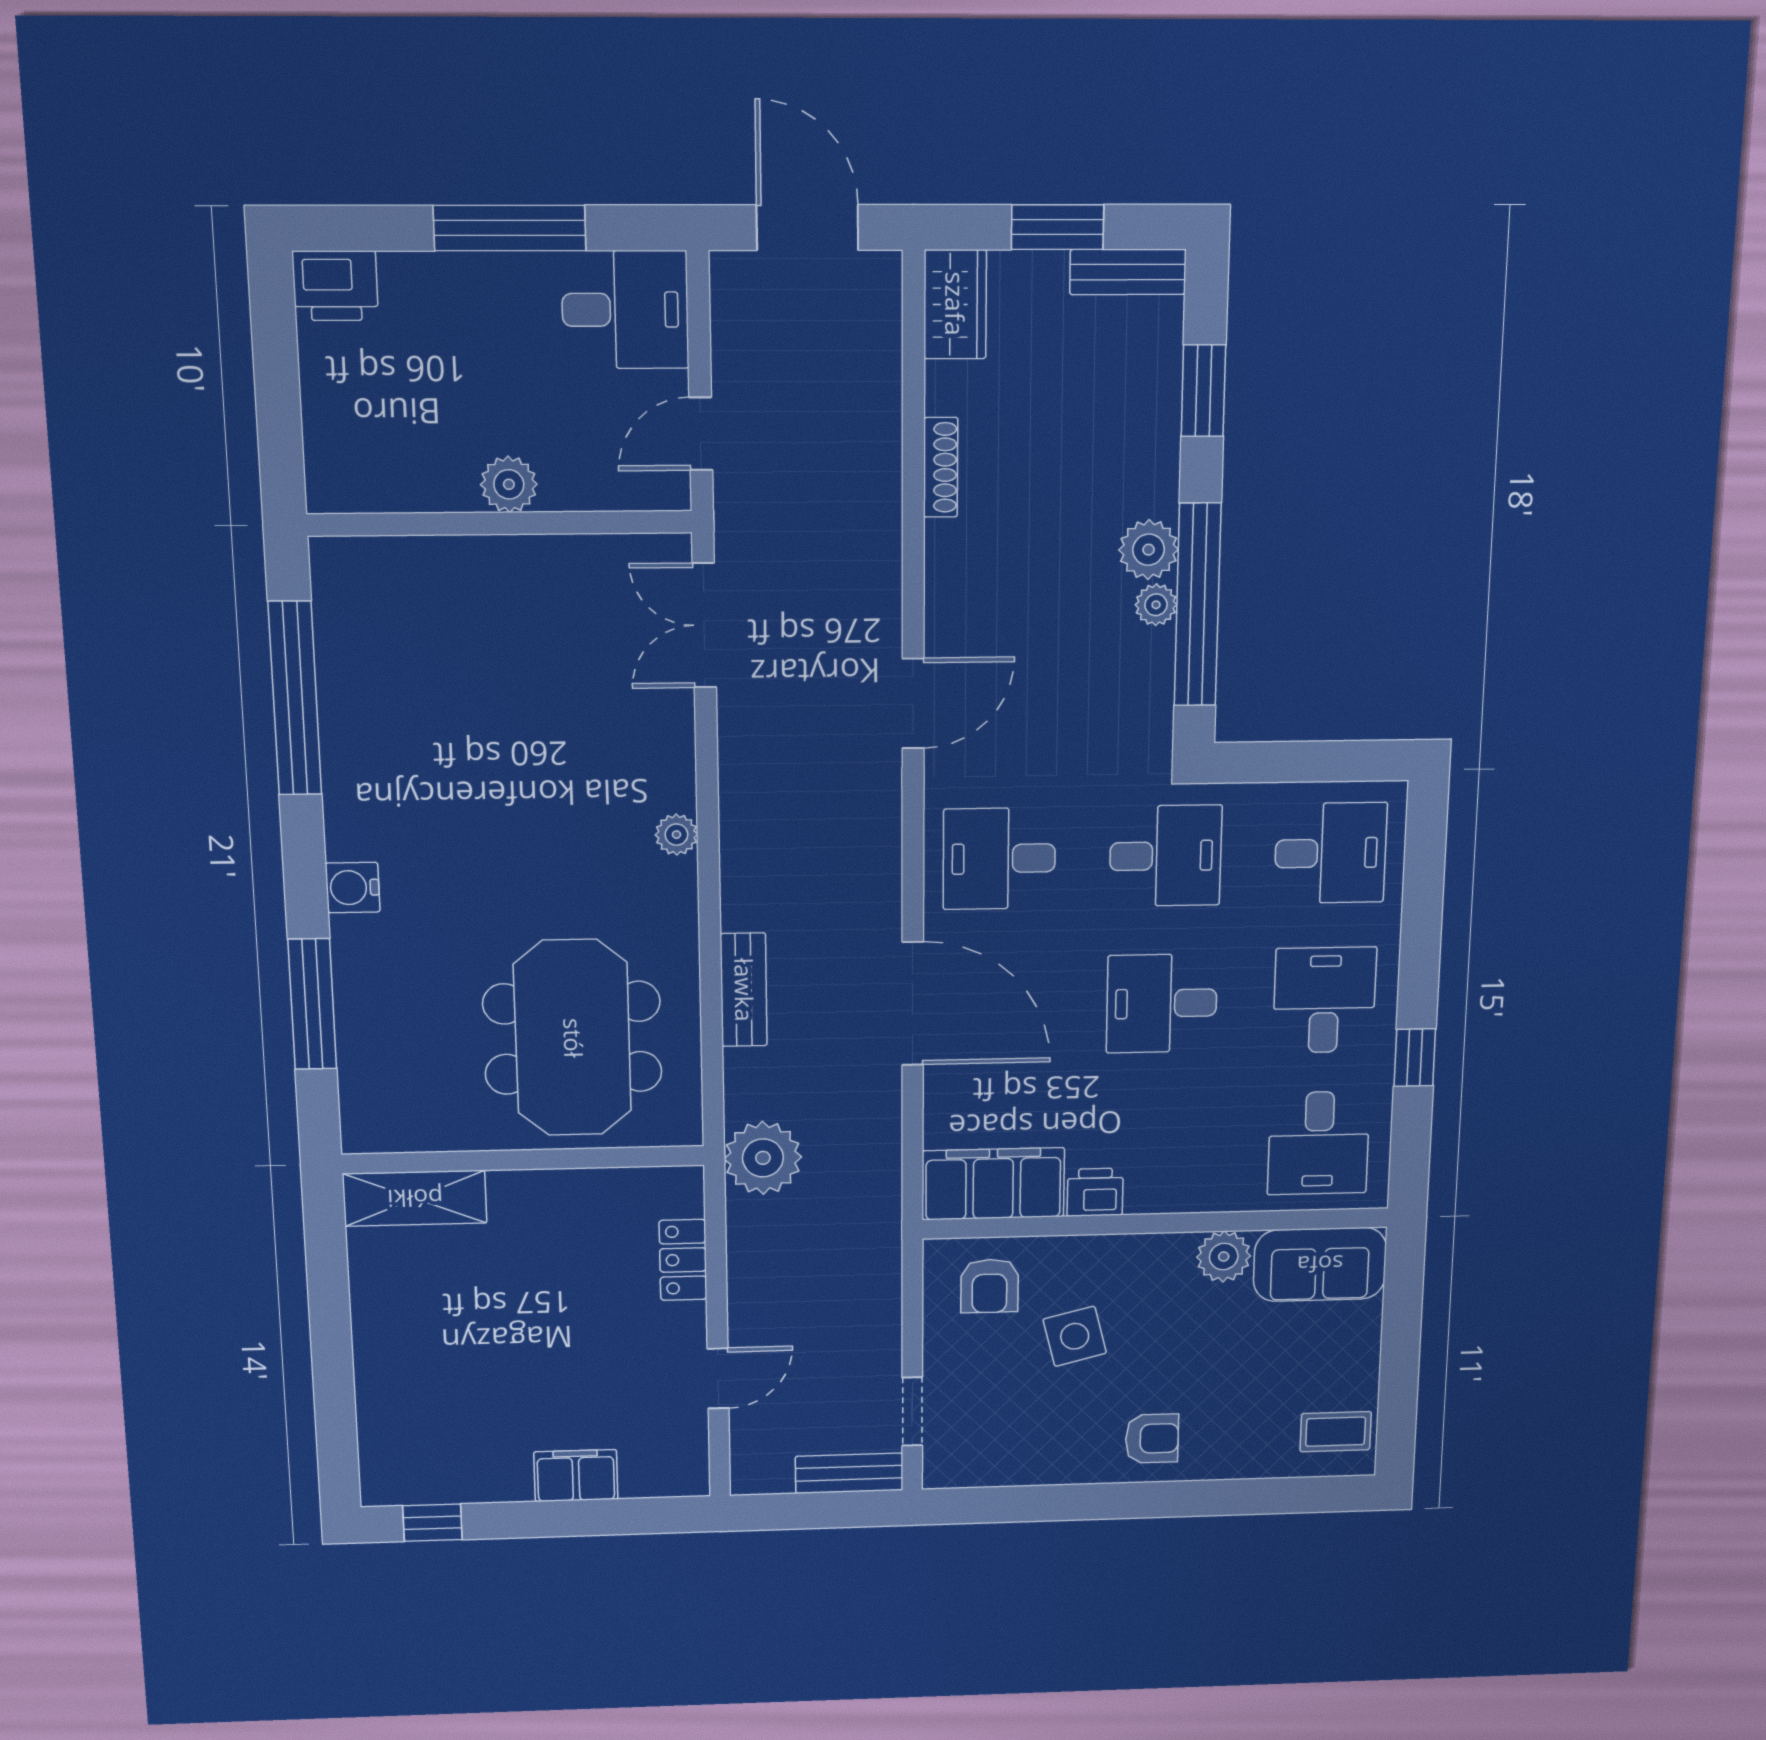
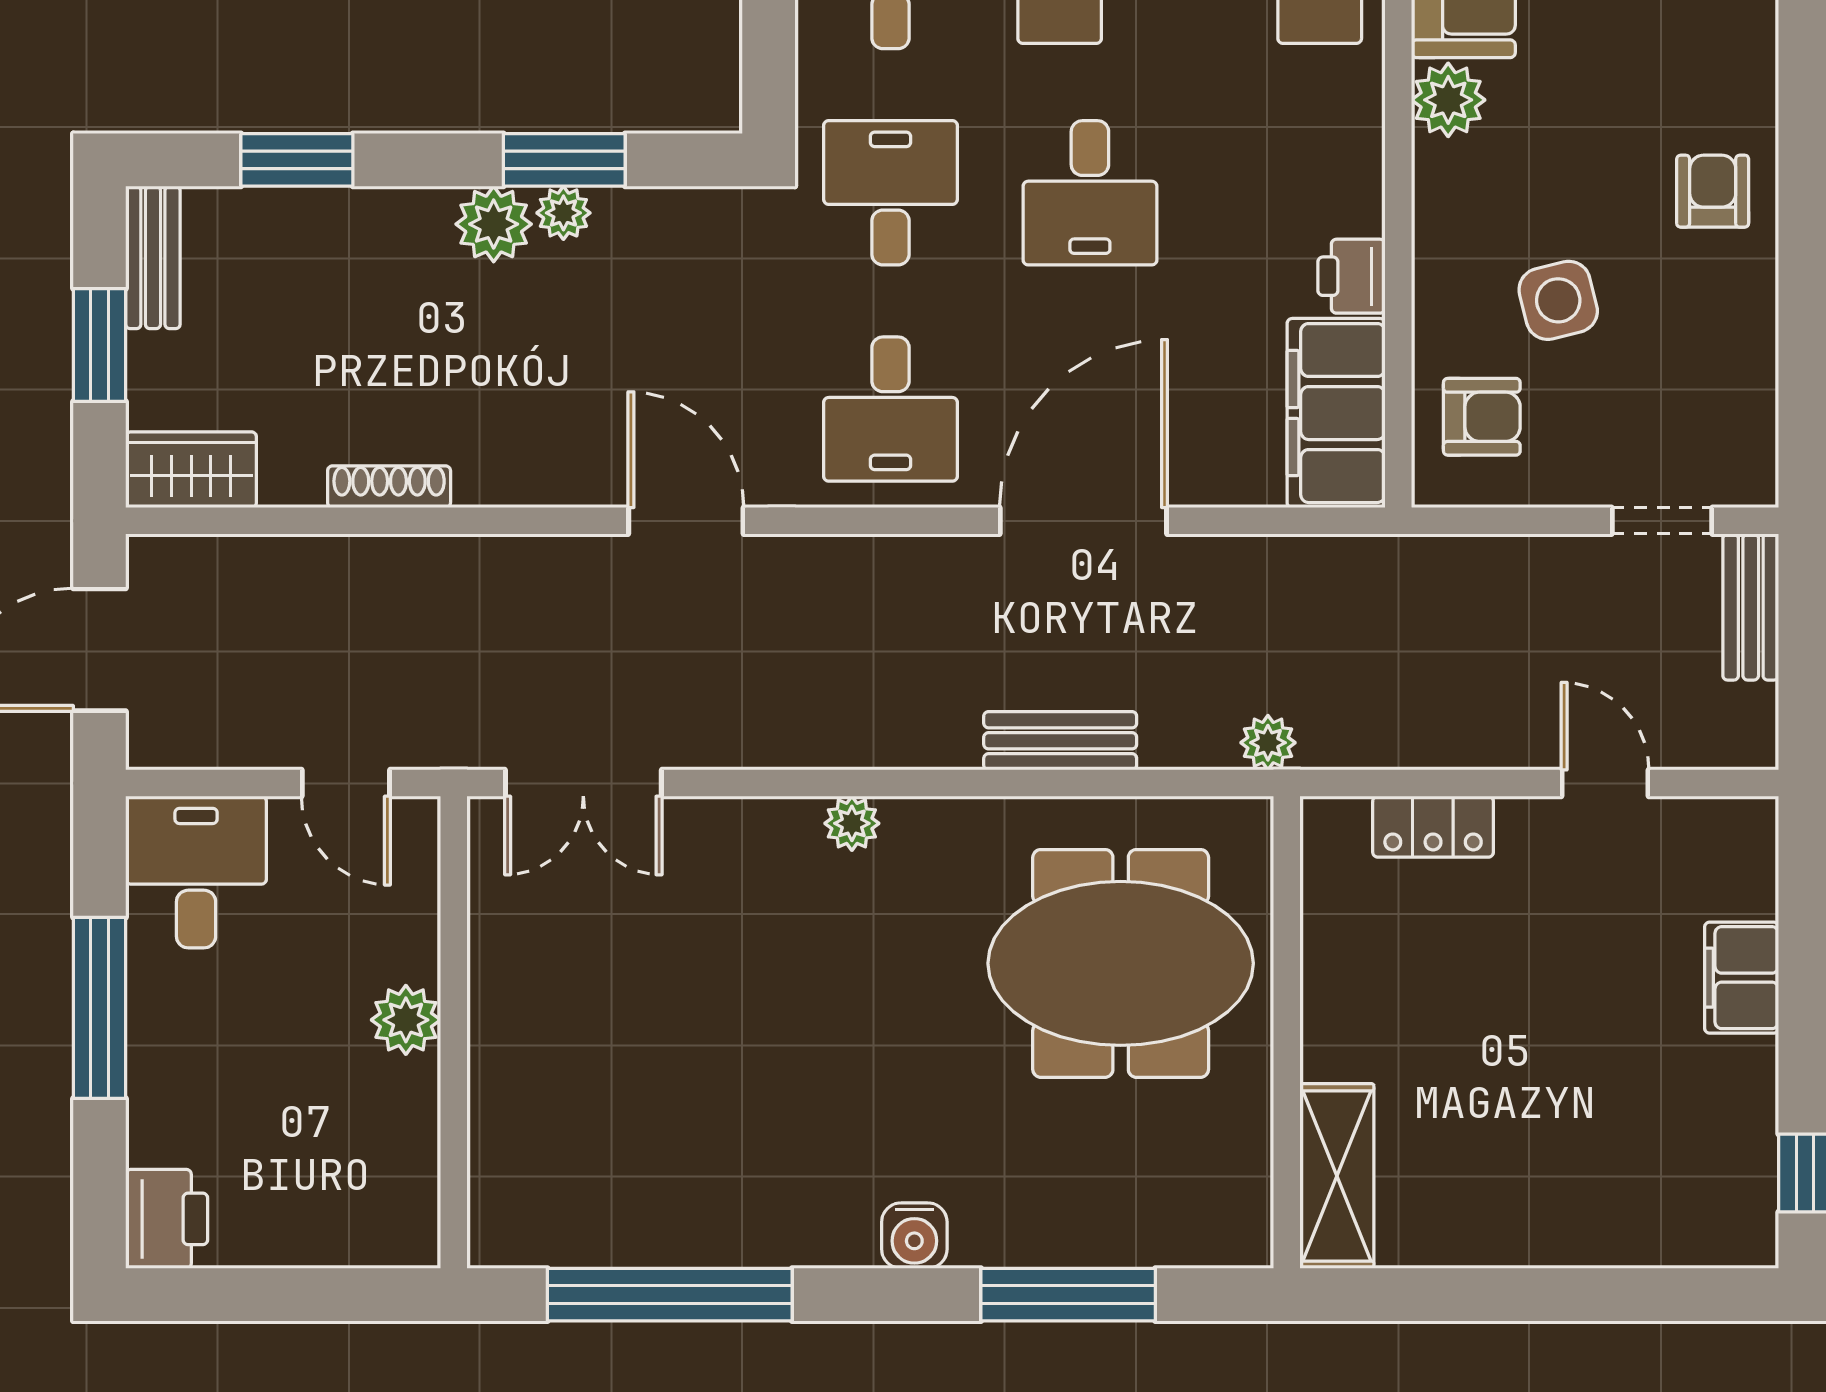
window: (1197, 605) -> (564, 160), width x0.47
plant: (763, 1158) -> (1268, 743), width x0.53, depth x0.53

